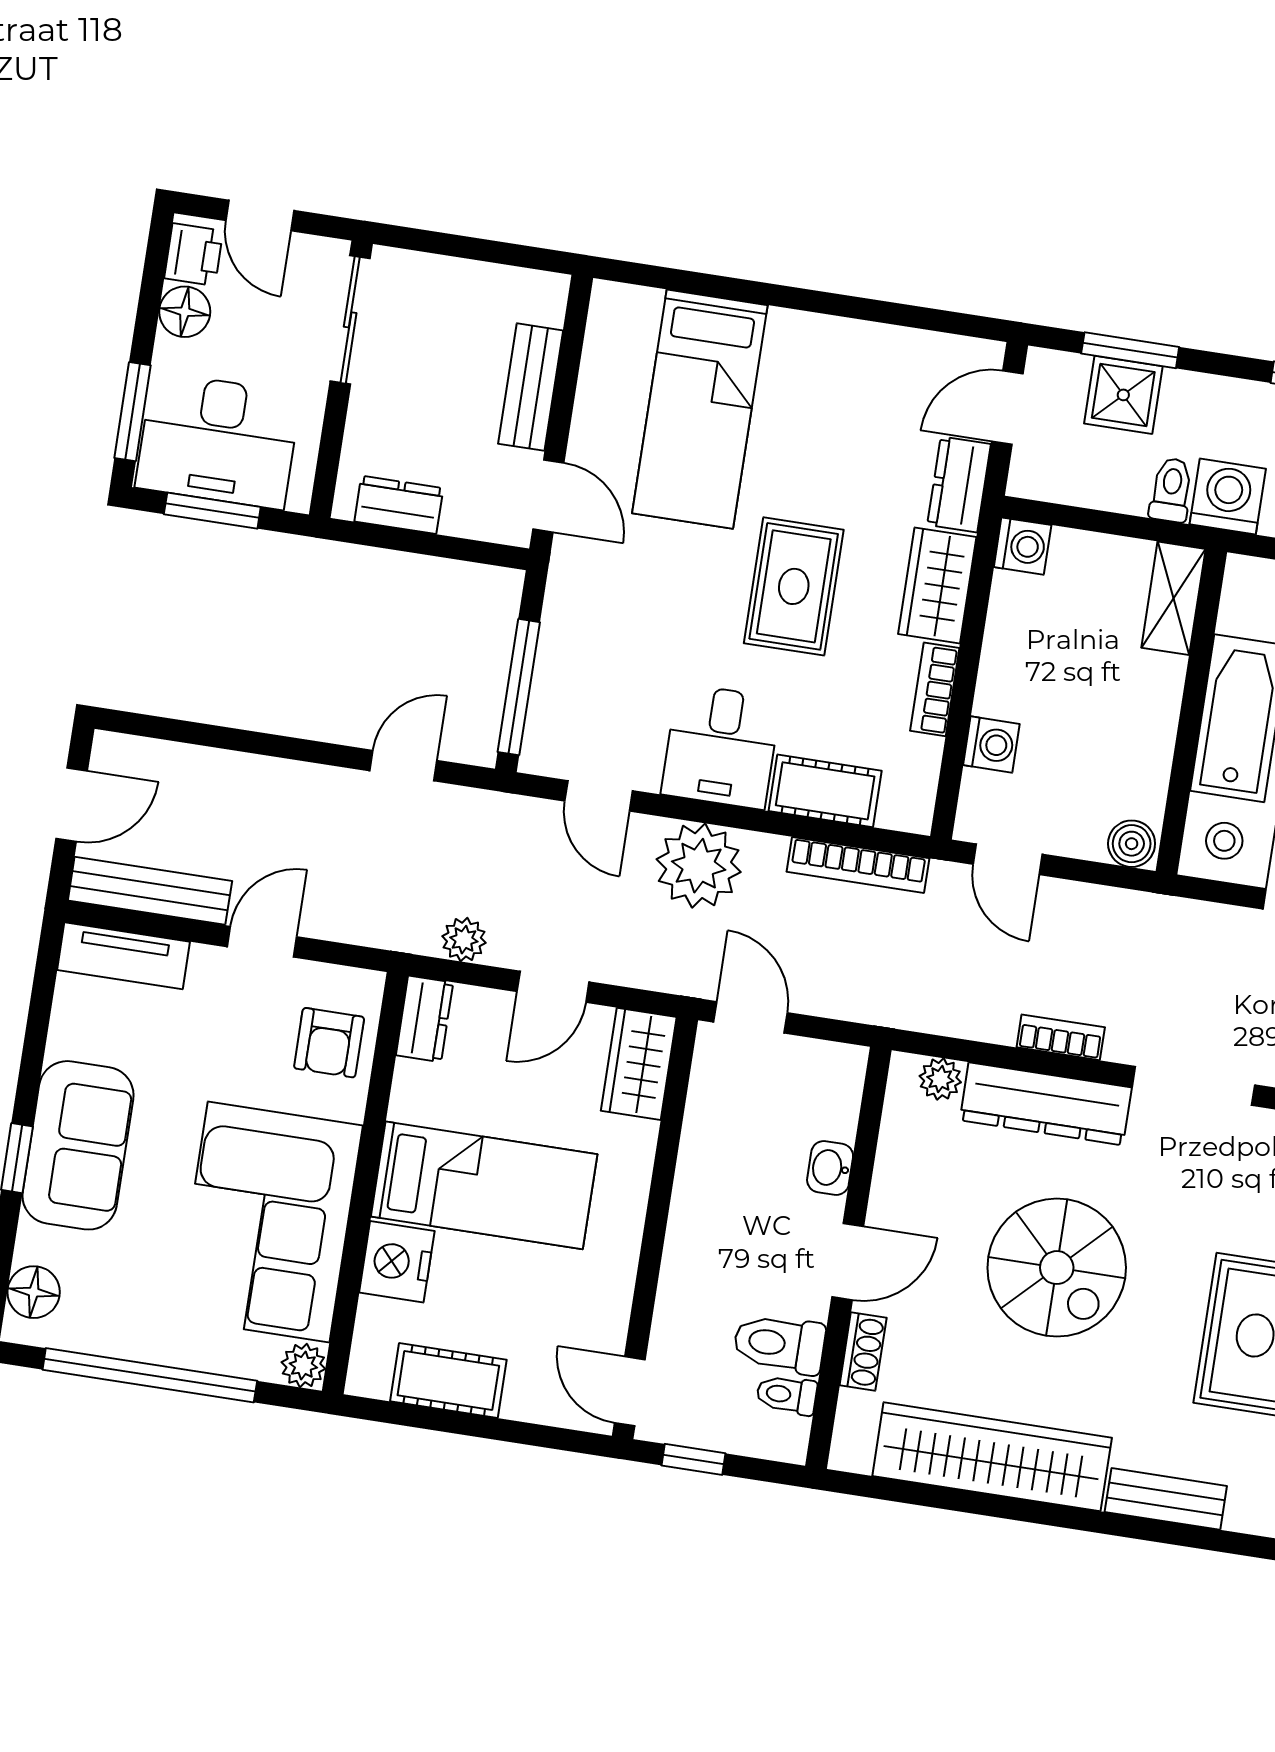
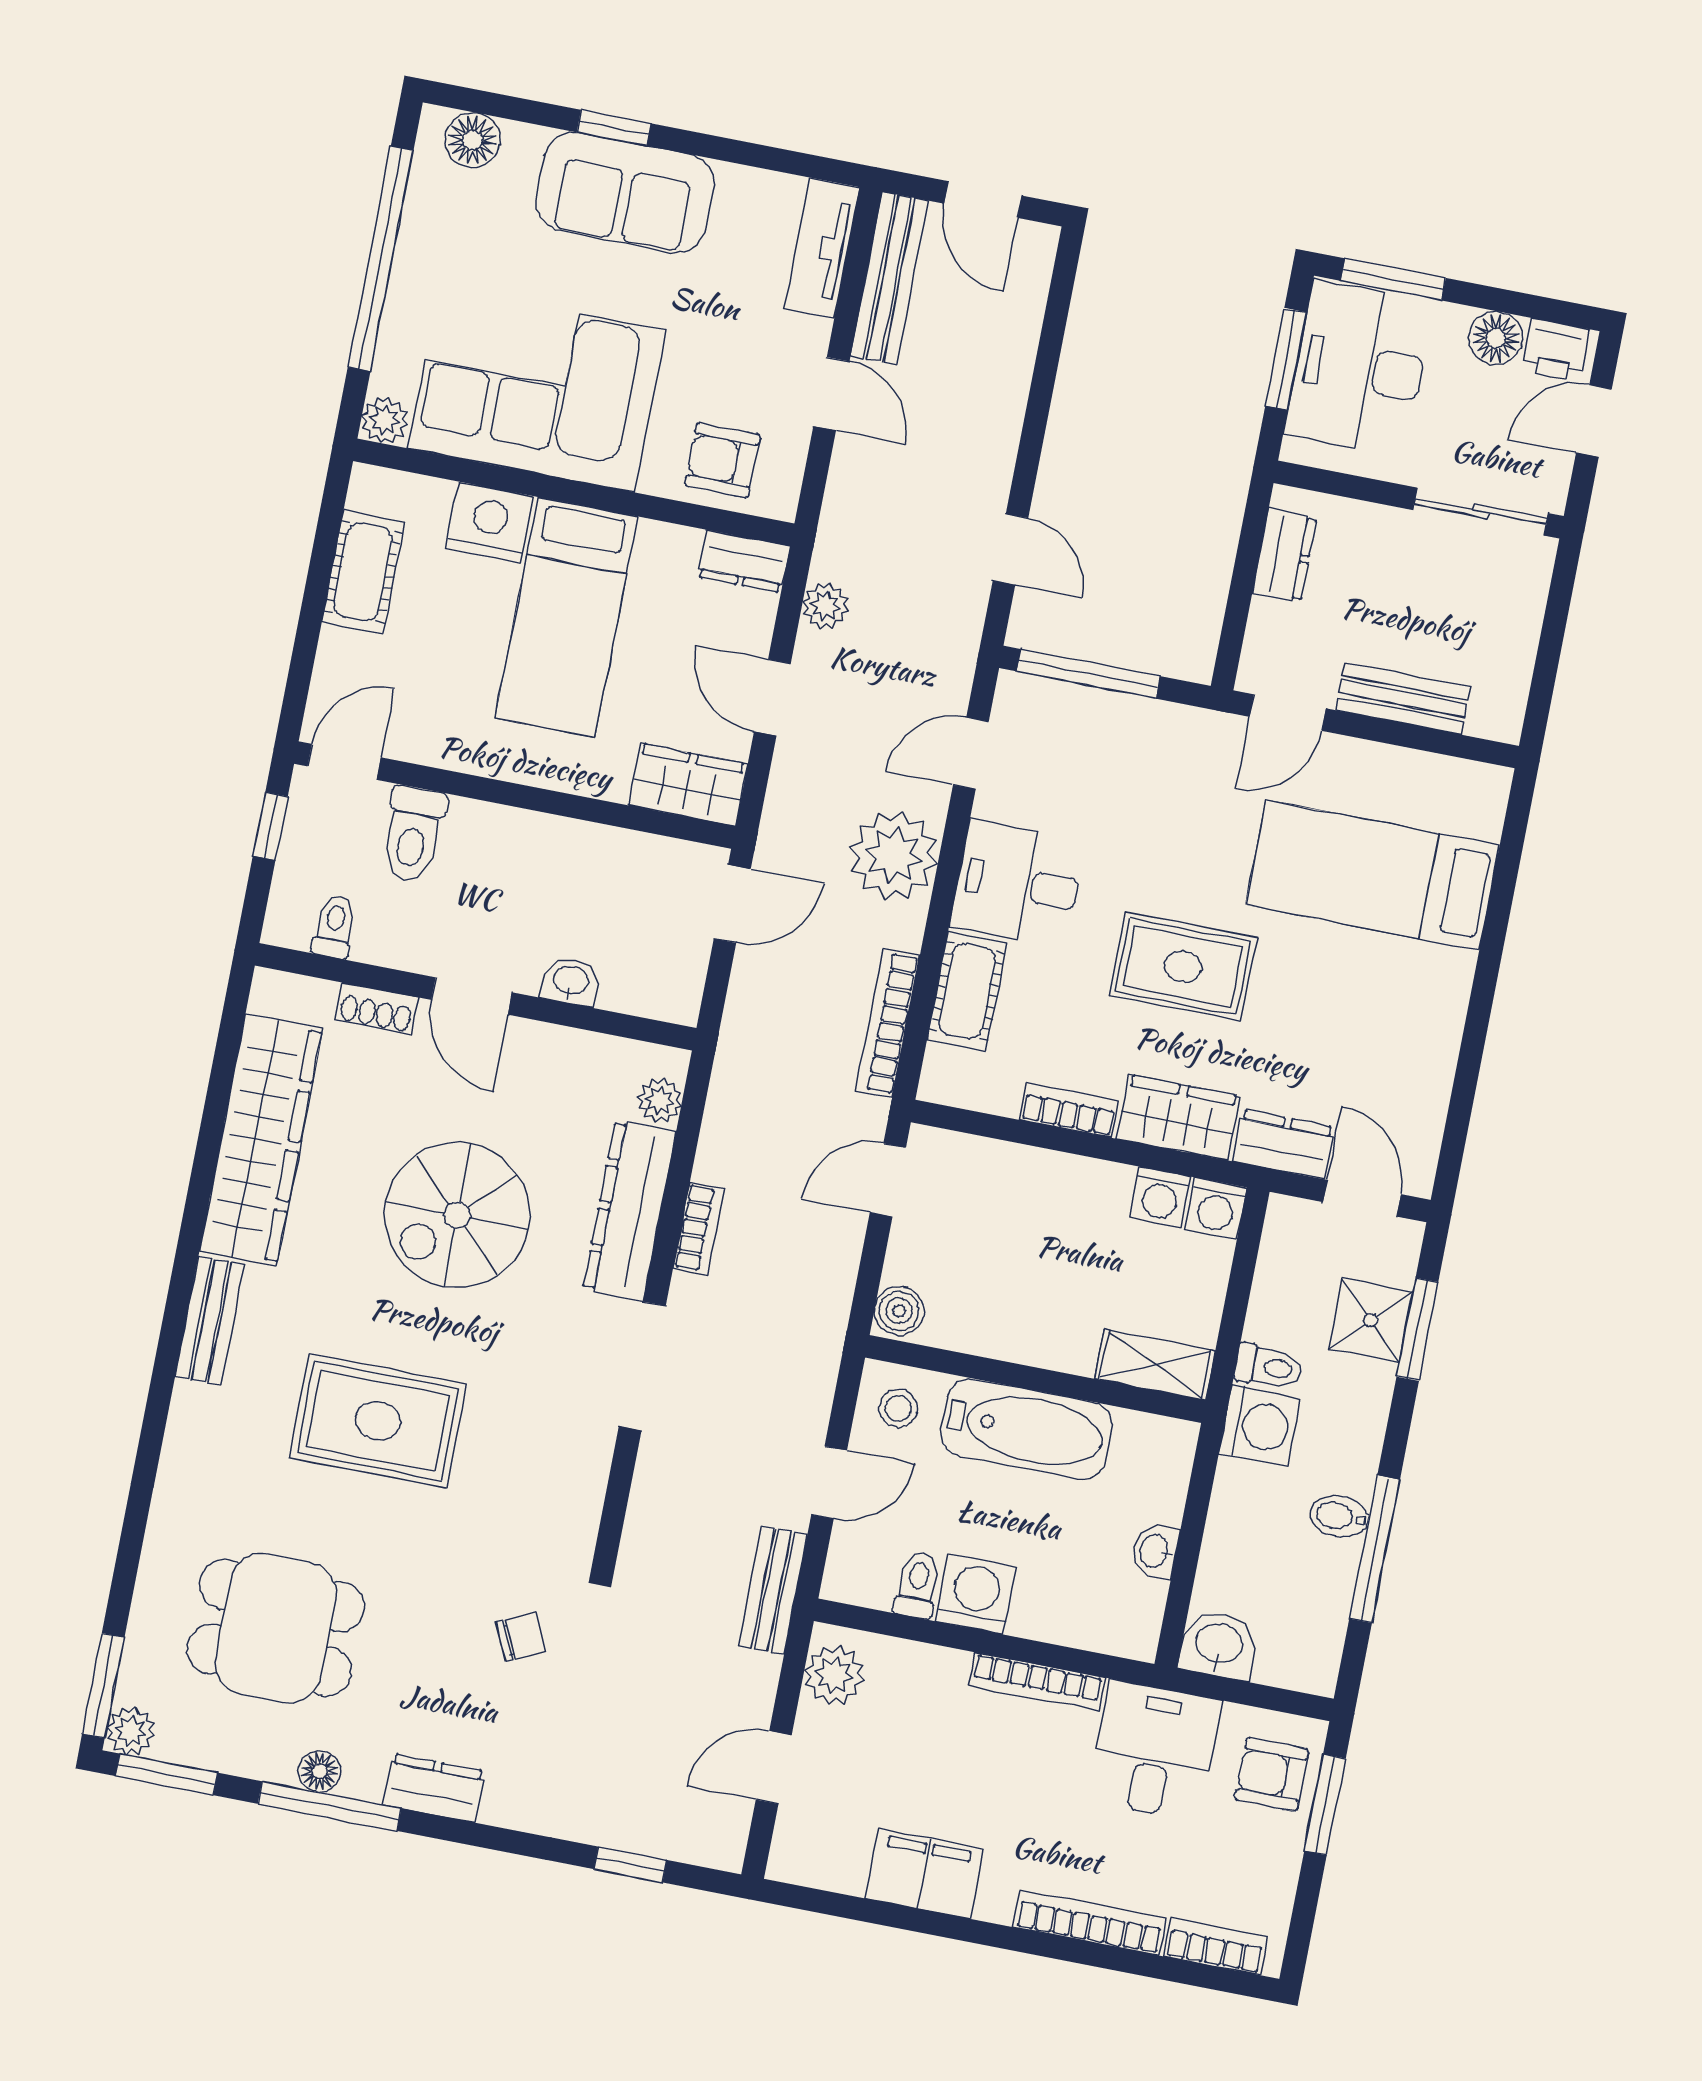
washing machine: (991, 744) -> (1160, 1197), moved
toilet: (779, 1344) -> (413, 834), moved, turned 180

